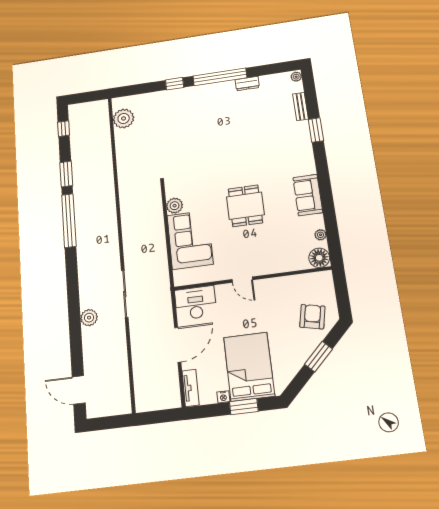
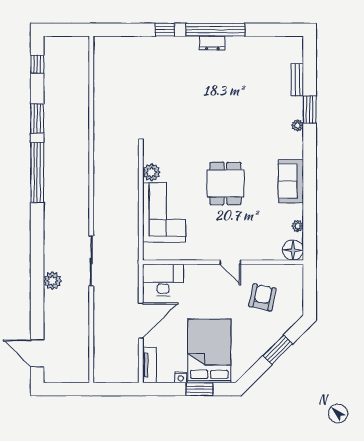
plant: (296, 77) -> (298, 125), moved
dresser: (247, 84) -> (212, 43), moved
plant: (124, 118) -> (105, 63), removed
door: (242, 280) -> (230, 262), moved
armchair: (312, 317) -> (262, 297), moved

